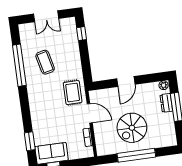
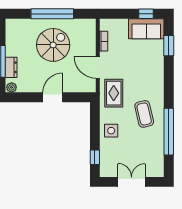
side table: (70, 59) -> (111, 131), added
coffee table: (45, 62) -> (144, 114), moved

